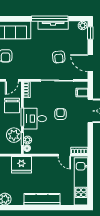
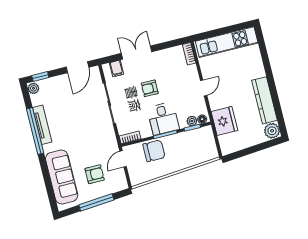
armchair: (59, 57) -> (80, 108), removed
door: (12, 80) -> (123, 159), swing flipped
plant: (14, 135) -> (190, 140), removed
door: (64, 155) -> (204, 88), moved
kitchen counter: (42, 199) -> (265, 100), moved

